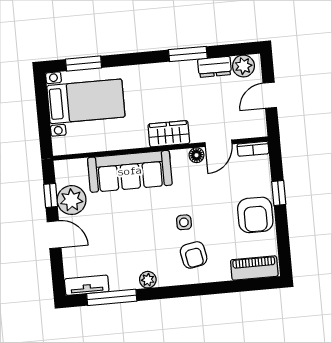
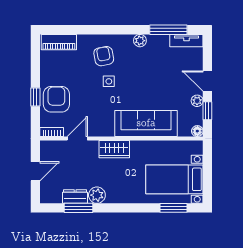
window: (188, 54) -> (78, 208), moved
plant: (243, 66) -> (97, 195), moved
floor lamp: (196, 155) -> (197, 131), moved
plant: (72, 200) -> (197, 101), width x0.53, depth x0.53
armchair: (255, 215) -> (56, 99), moved

